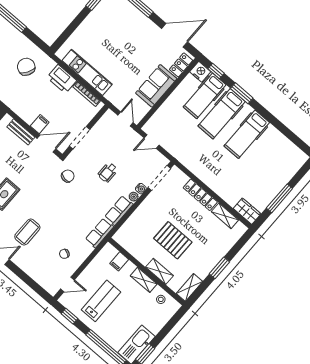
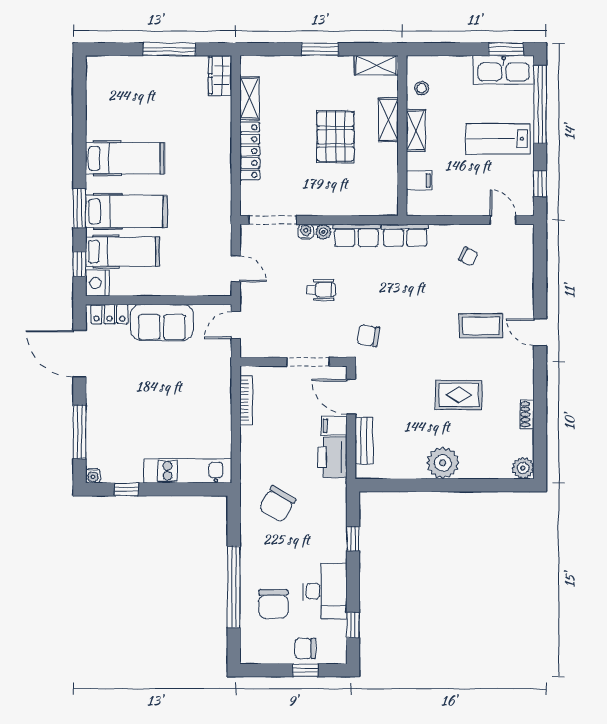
kitchen unit: (87, 72) -> (188, 471), moved, turned 90
printer: (62, 79) -> (332, 457), moved, turned 180
lab bench: (101, 301) -> (498, 139), moved

